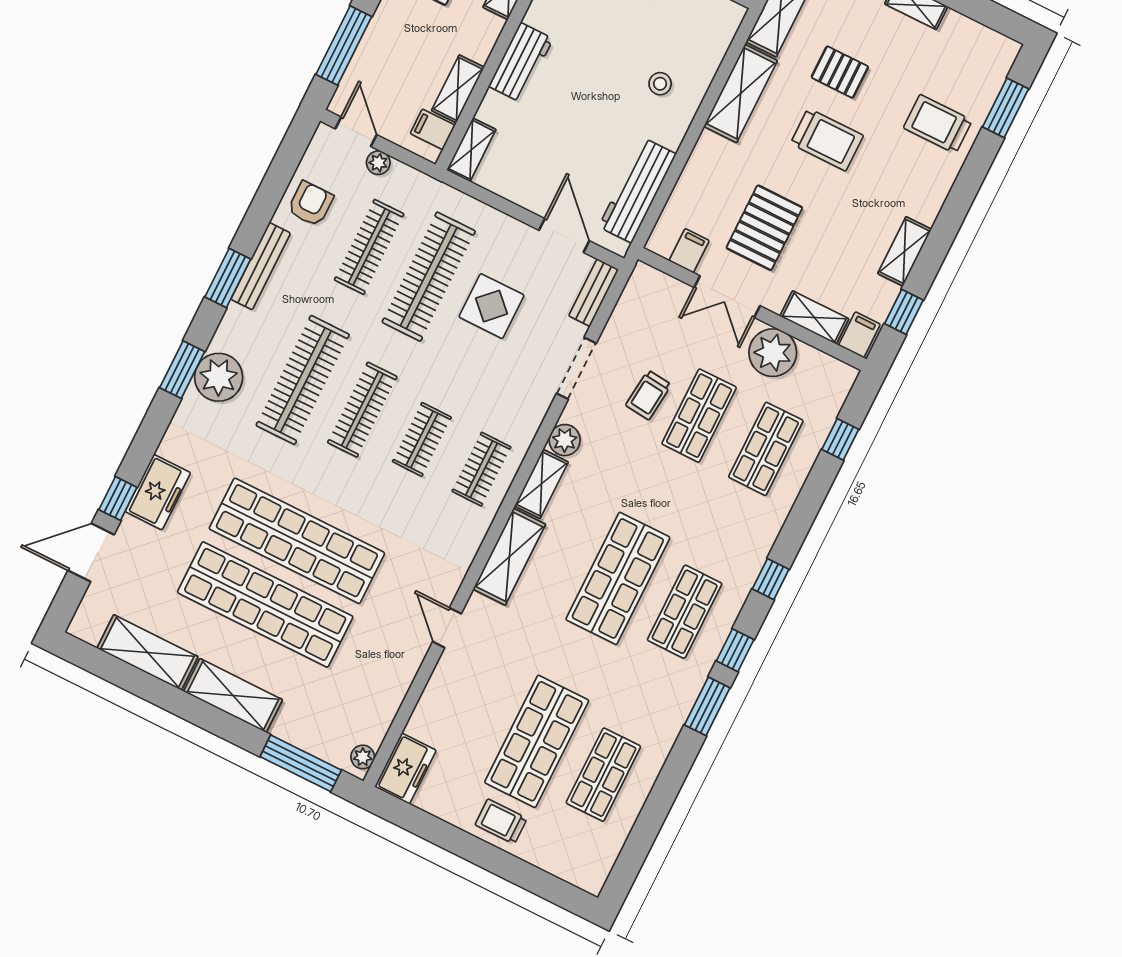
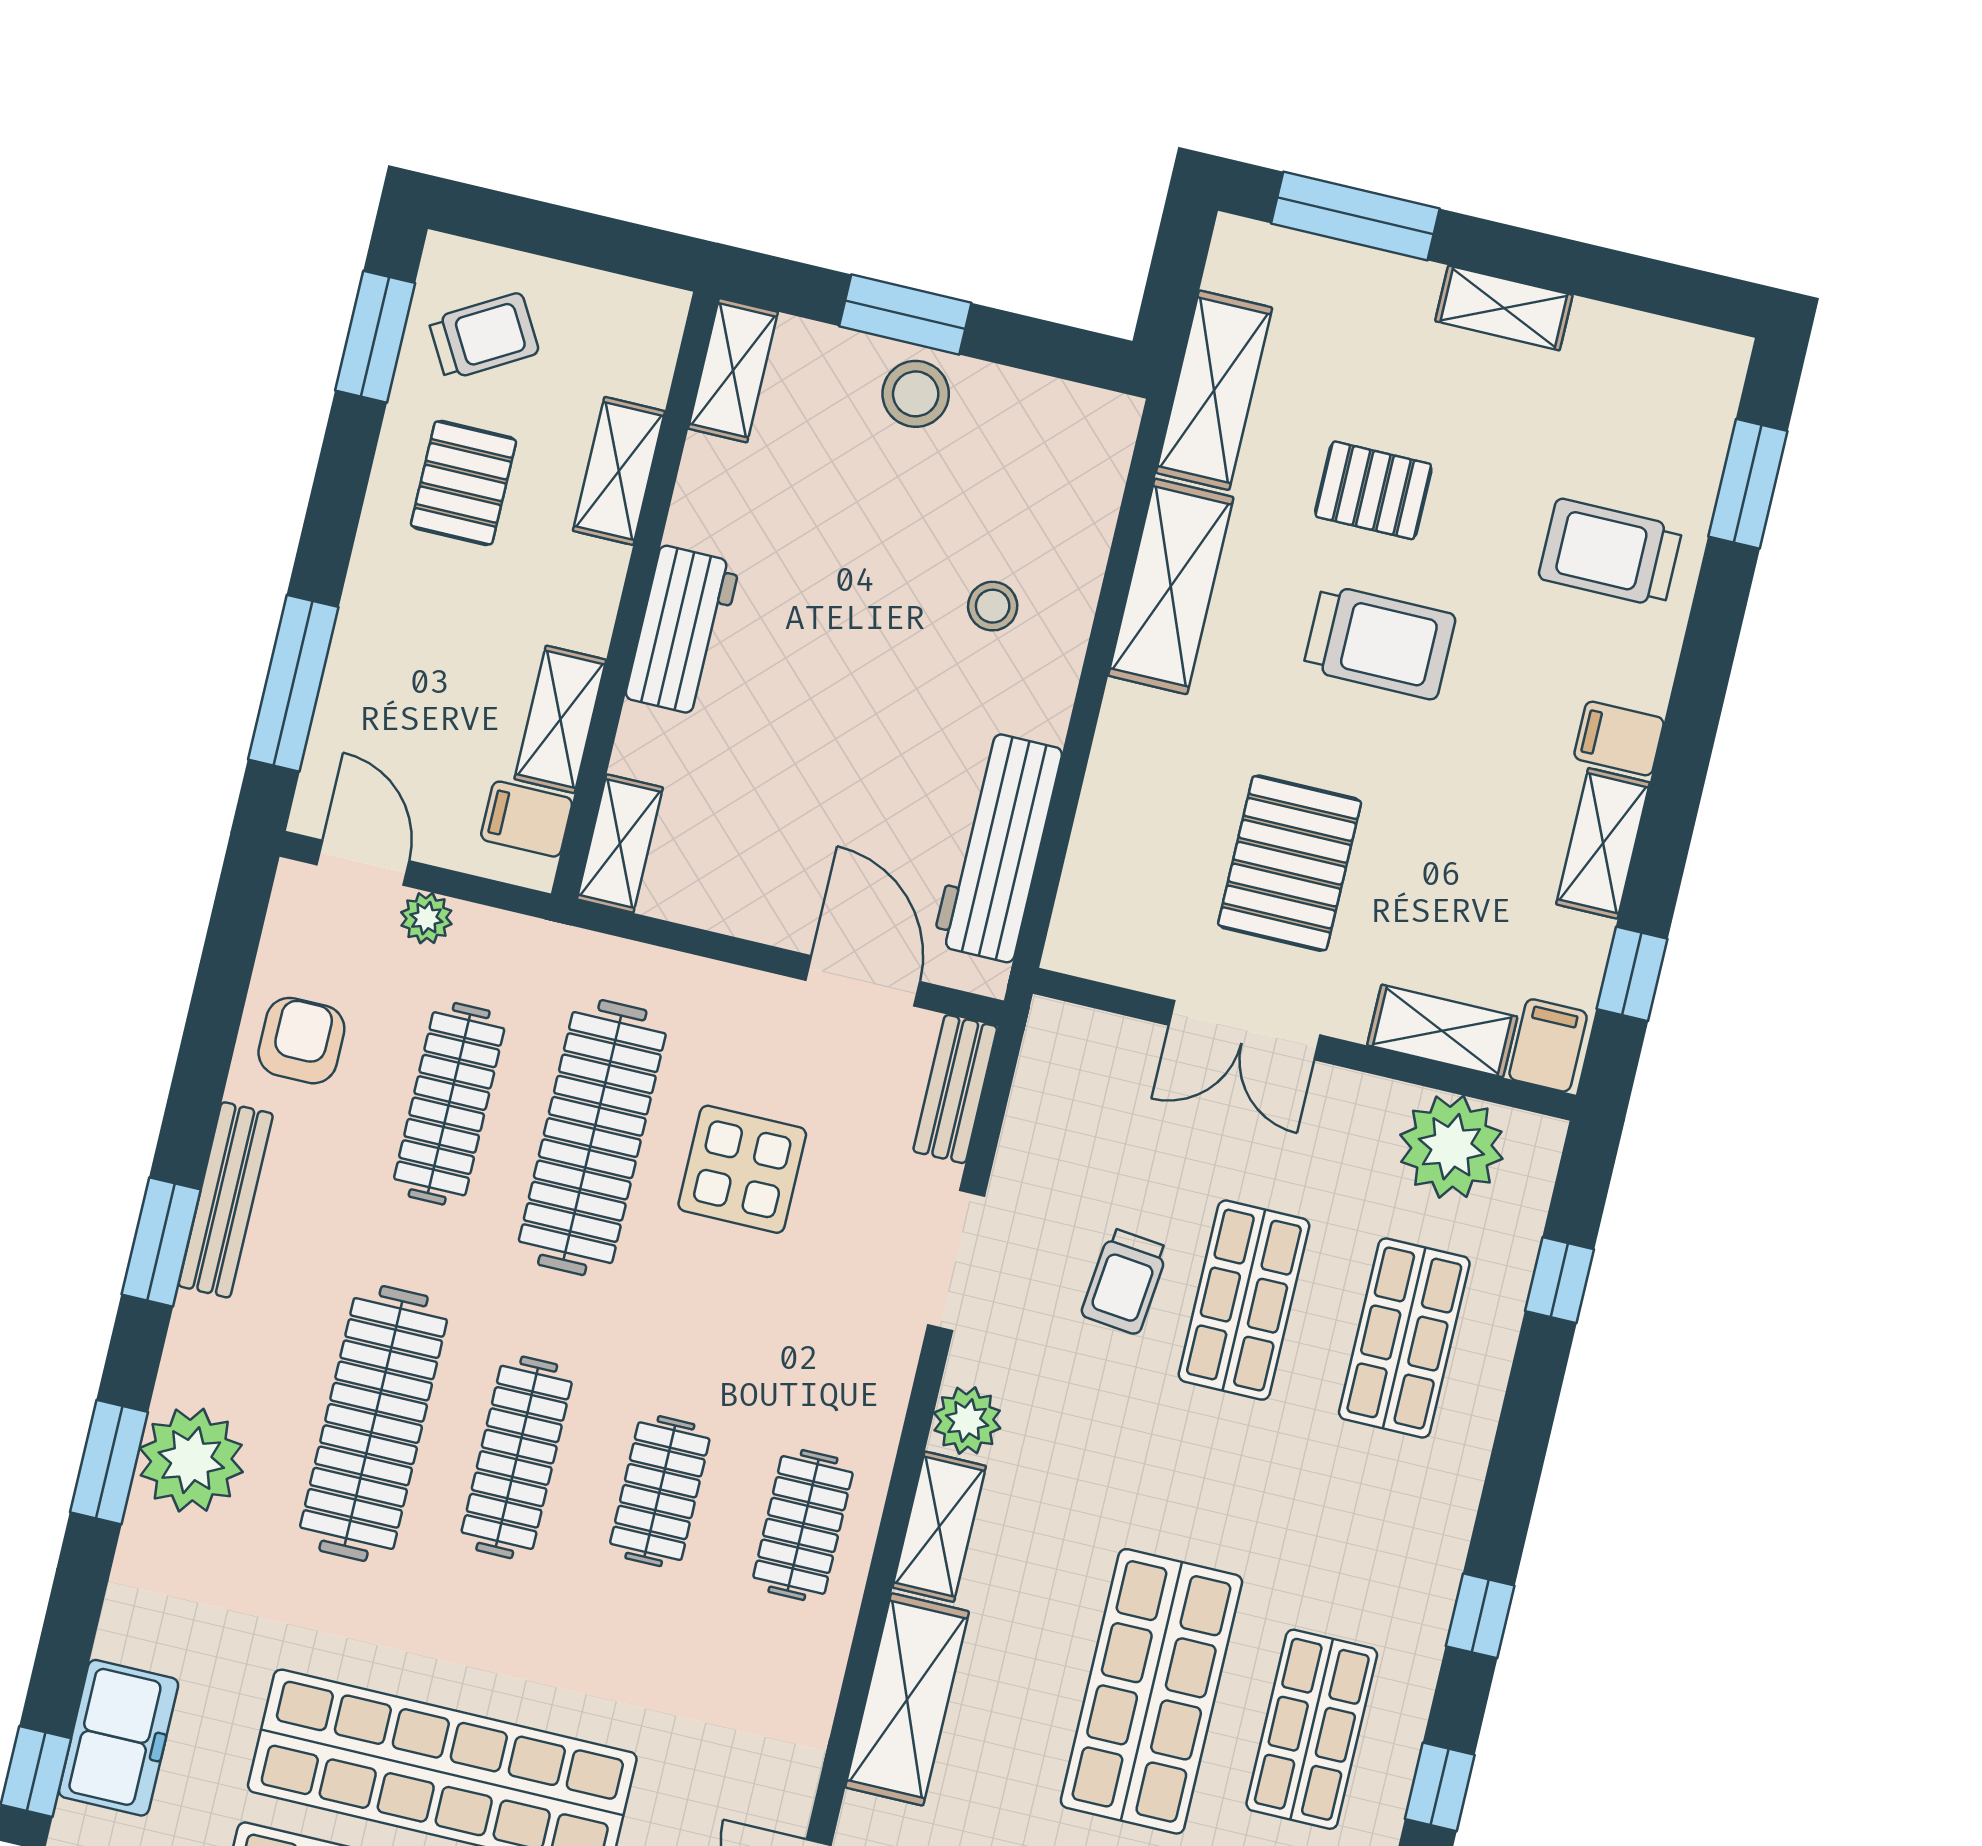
filing cabinet: (689, 251) -> (1619, 738), moved, turned -90
plant: (773, 353) -> (1451, 1147), moved

